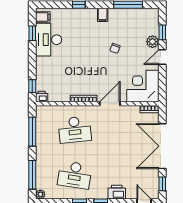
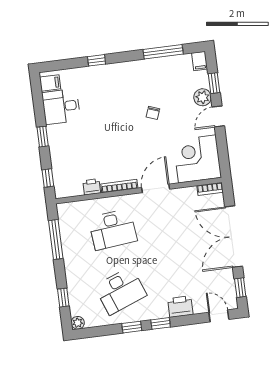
filing cabinet: (103, 15) -> (200, 61), moved
window: (32, 33) -> (43, 137), moved
desk: (49, 40) -> (61, 107), width x0.73
printer: (42, 97) -> (92, 187), moved
window: (32, 175) -> (63, 298), width x0.46
desk: (75, 175) -> (121, 291), turned -30

